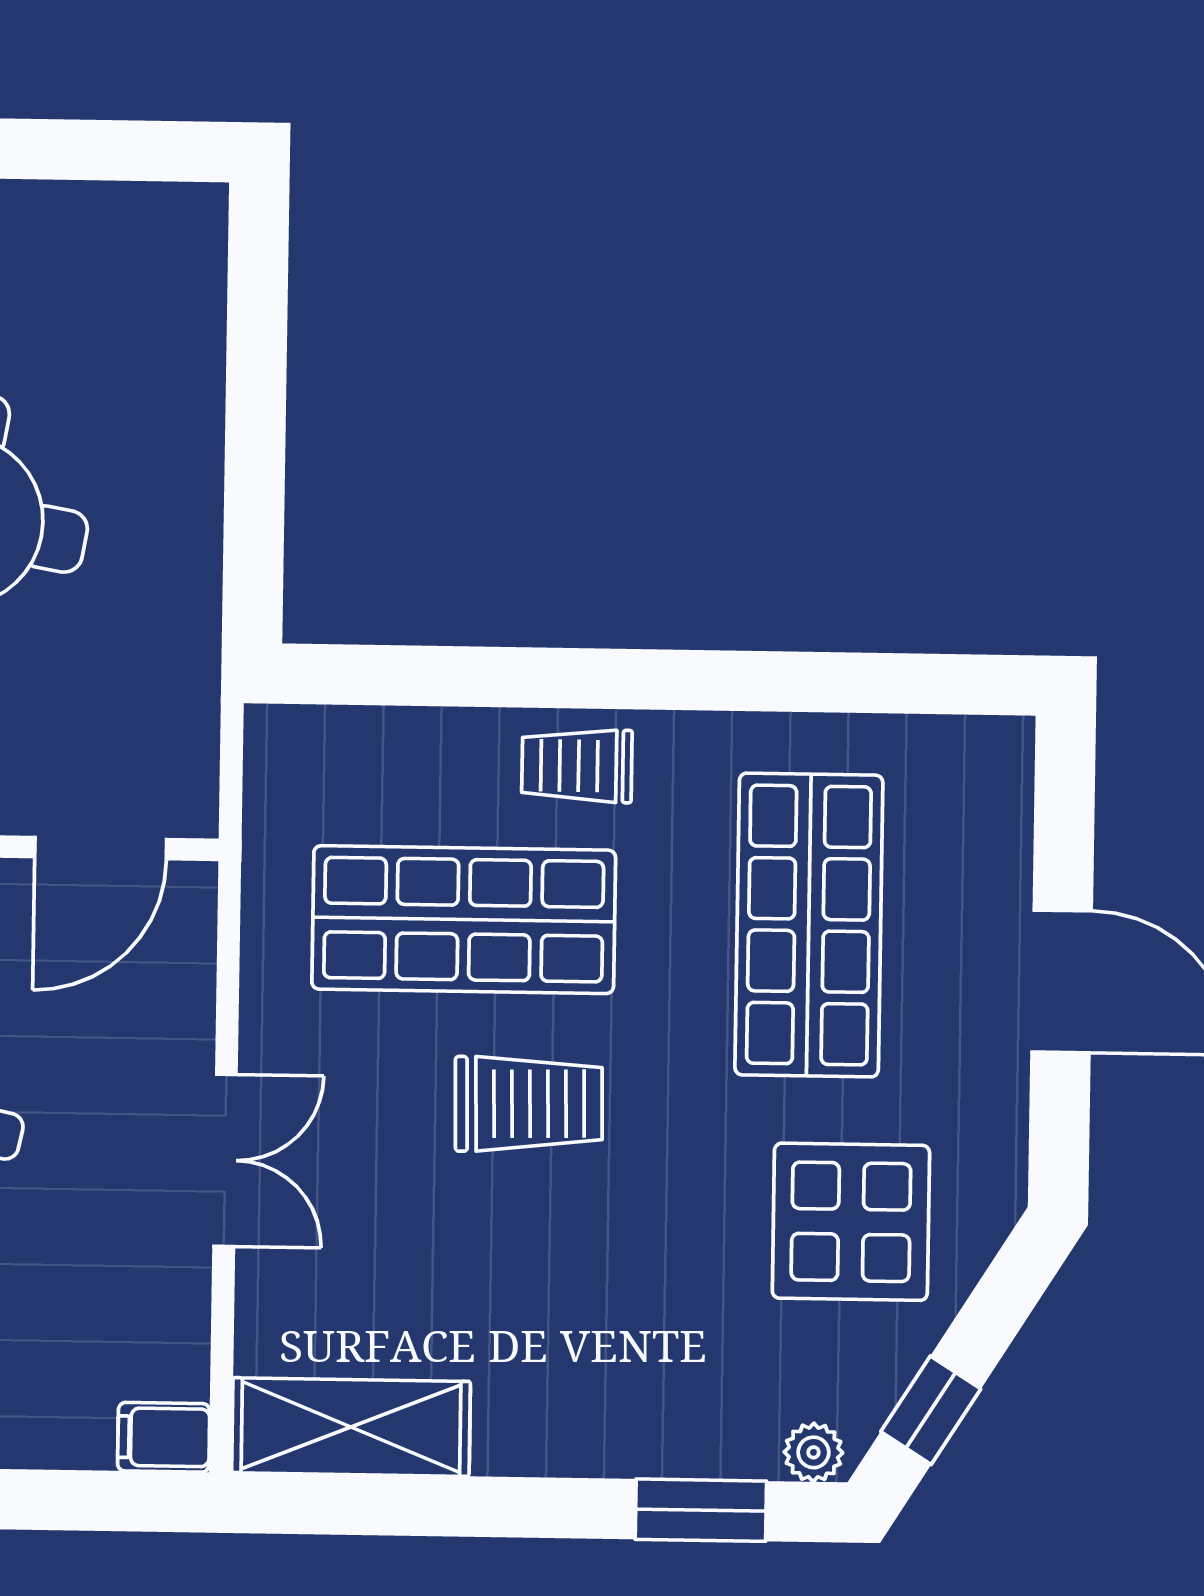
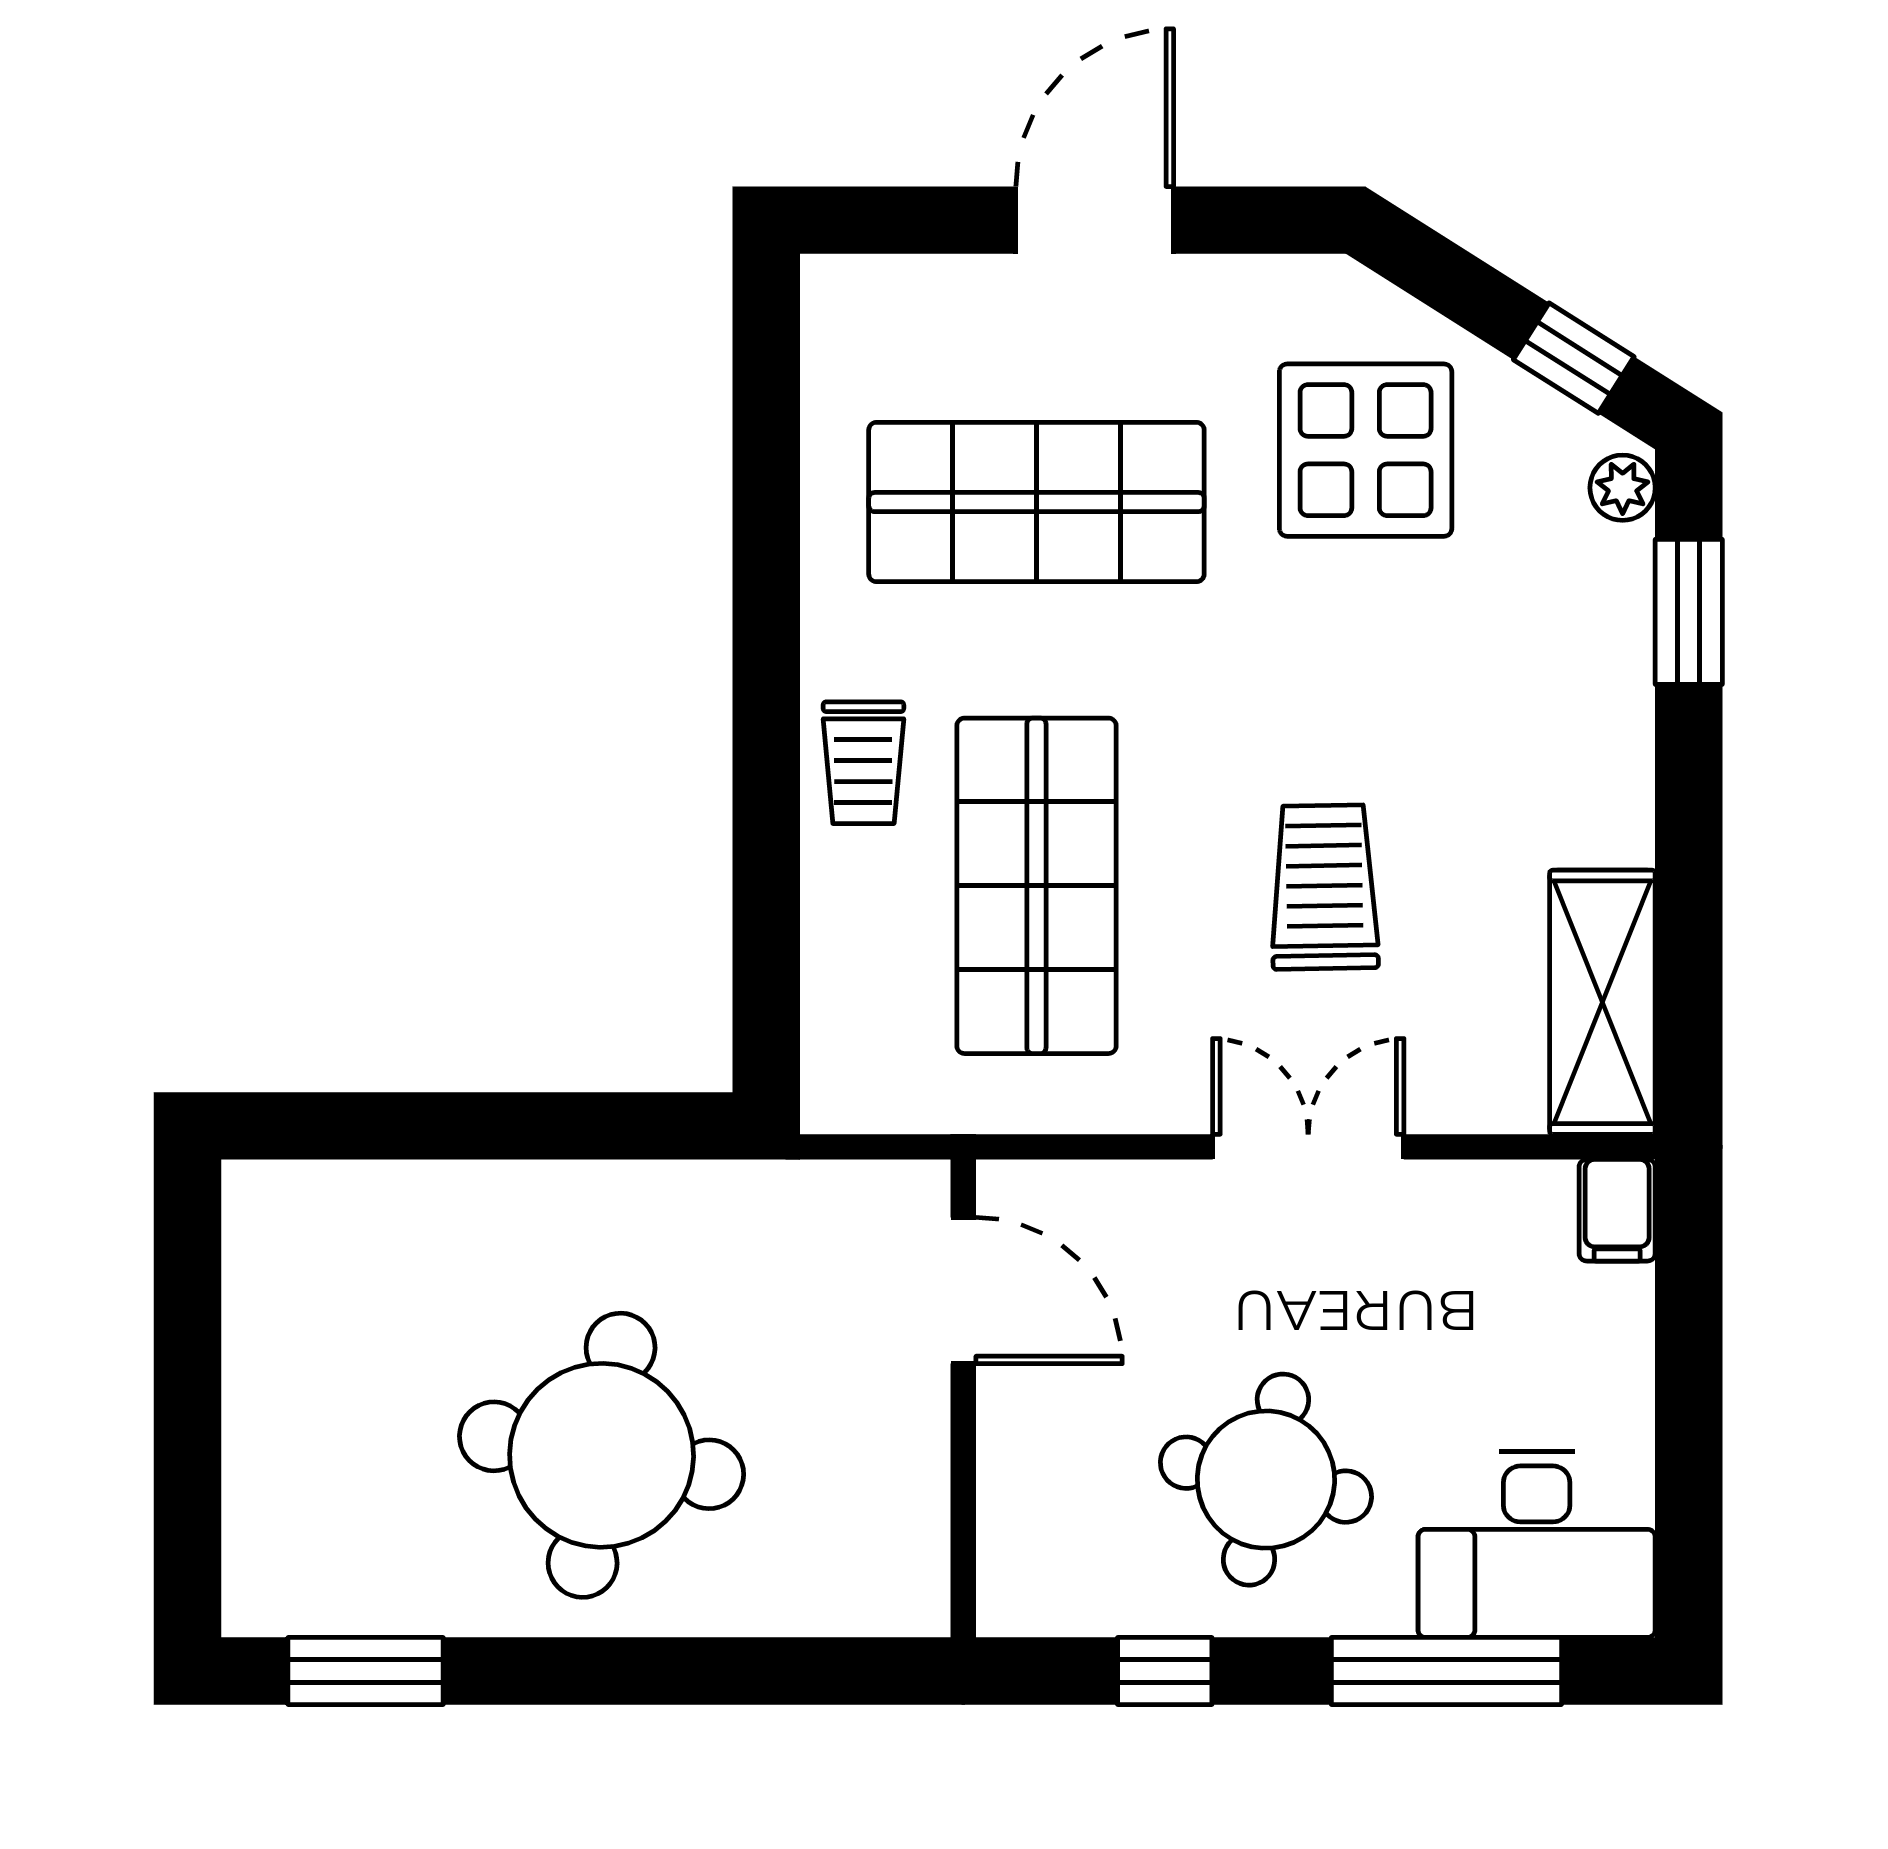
trolley: (529, 1104) -> (1324, 887), moved

